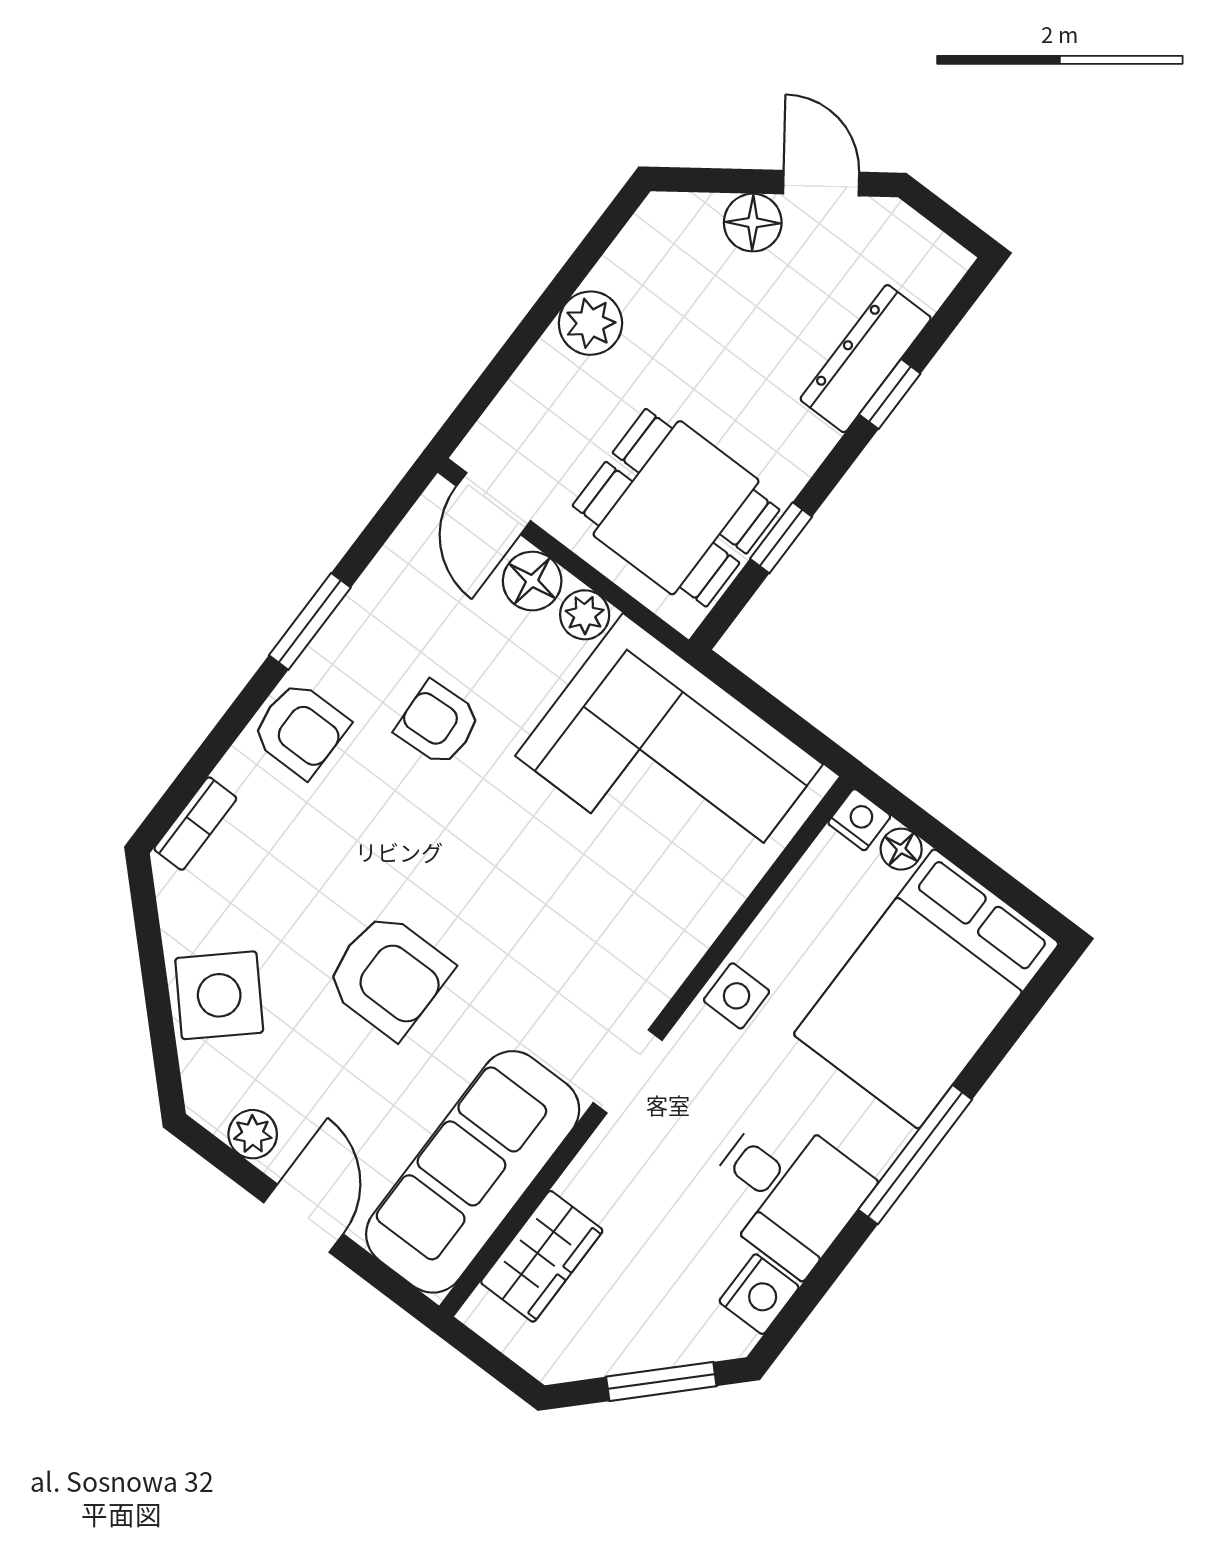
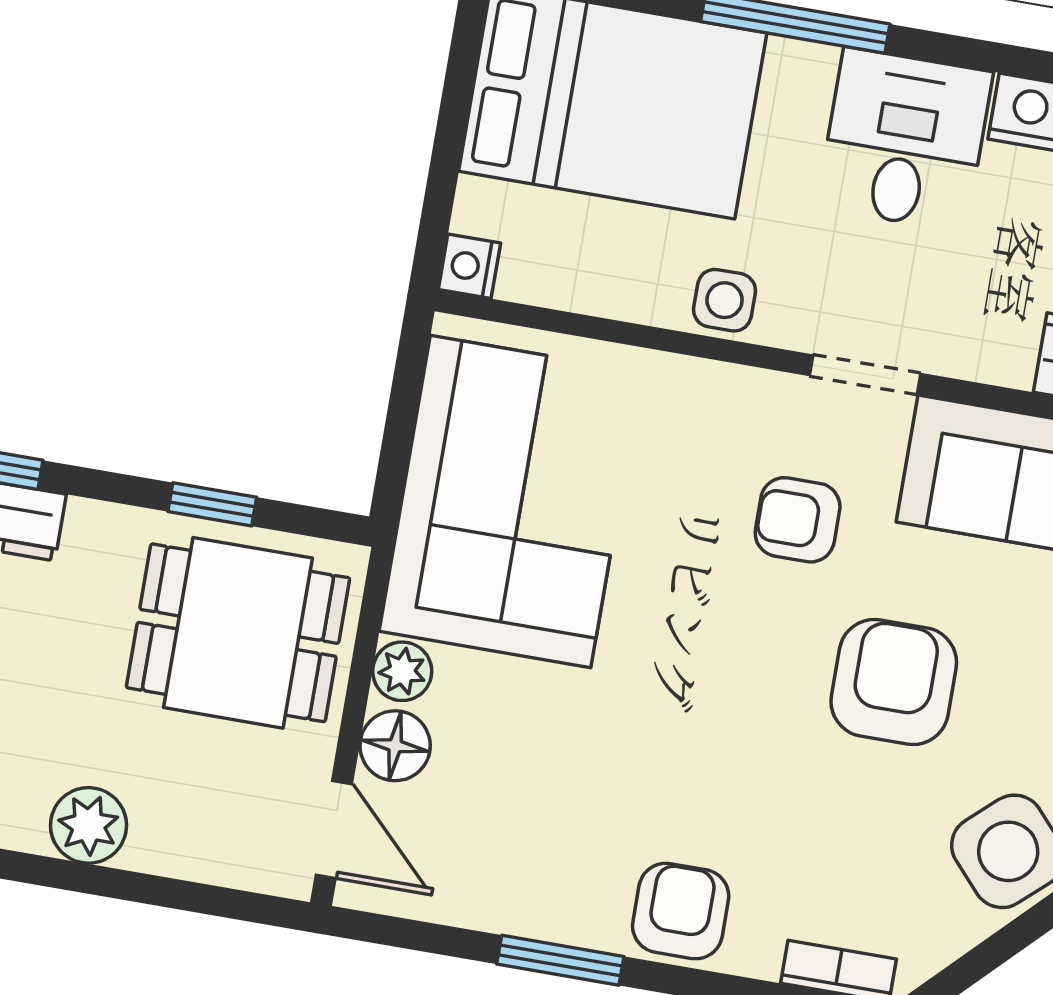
door: (494, 504) -> (334, 829), hinge flipped
dining table: (676, 508) -> (238, 633), turned 90
armchair: (438, 724) -> (798, 520), moved, turned 93
floor lamp: (901, 849) -> (478, 206), removed

